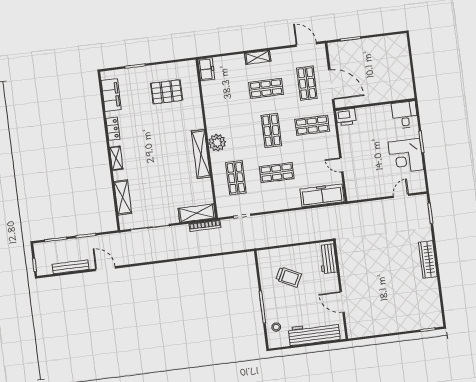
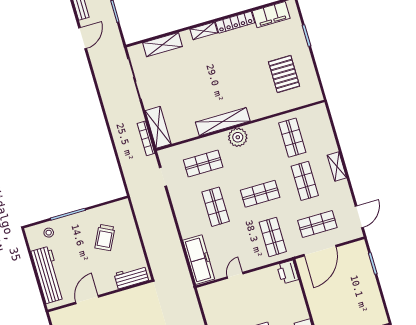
freezer: (206, 69) -> (315, 113), removed
shop shelf: (225, 93) -> (292, 138), added
locker: (113, 129) -> (235, 22), width x1.53

